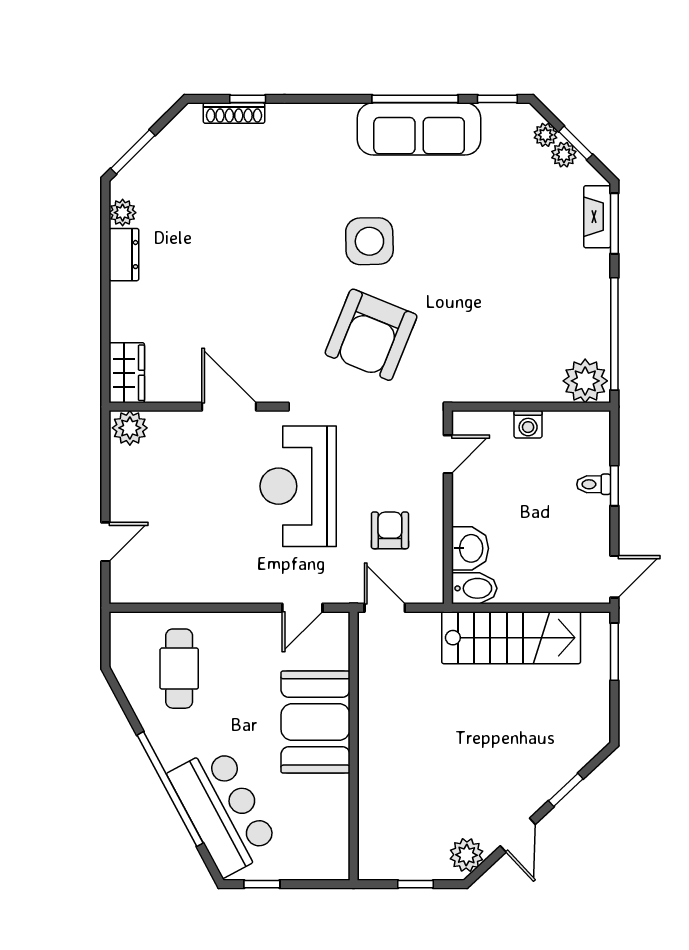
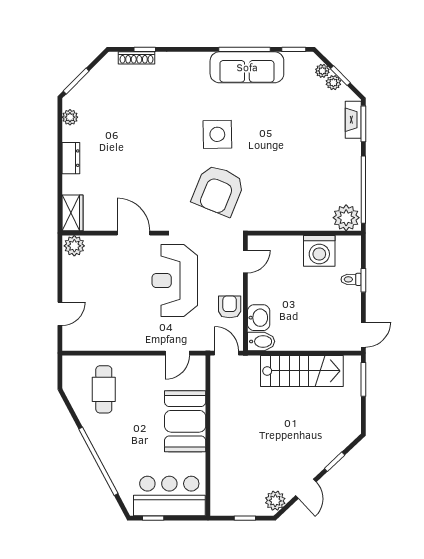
dresser: (124, 255) -> (71, 158), moved
washing machine: (528, 424) -> (319, 251), width x1.89, depth x1.89
door: (448, 454) -> (245, 261), moved
wall: (448, 507) -> (245, 293), moved
washbasin: (470, 548) -> (259, 318), moved
bidet: (474, 588) -> (261, 341), moved
bar counter: (224, 811) -> (169, 496), moved, turned -62

